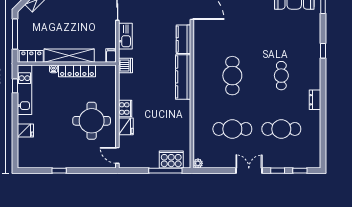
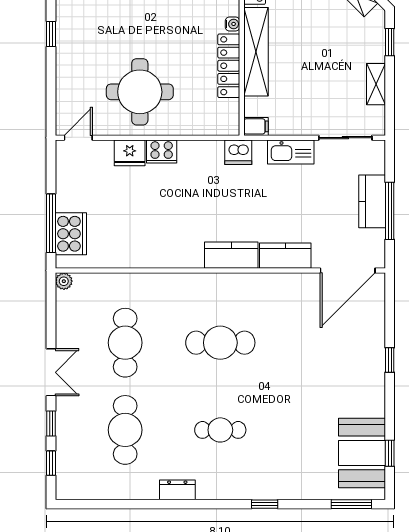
kitchen counter: (183, 77) -> (231, 255), width x0.67

